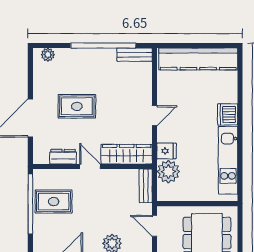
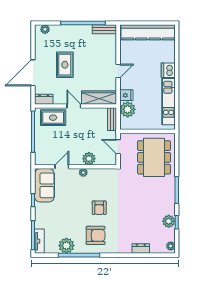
rug: (77, 106) -> (65, 65), turned 90
dresser: (63, 157) -> (44, 99), moved
rug: (54, 202) -> (53, 118), moved

